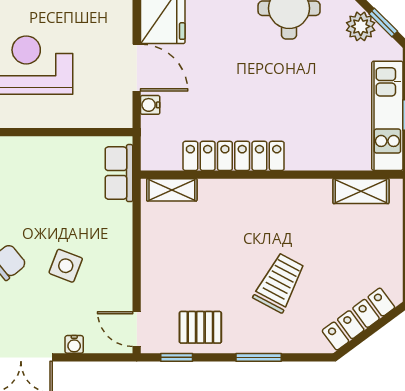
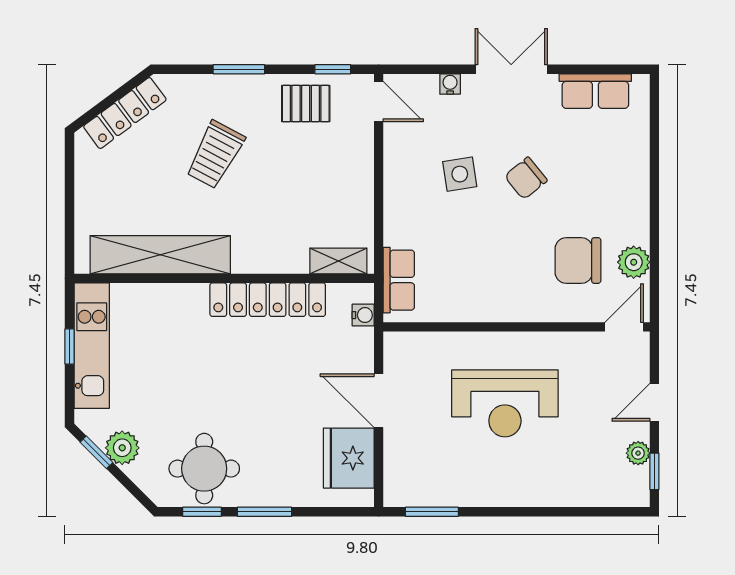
water cooler: (150, 105) -> (363, 315), moved
shelving: (361, 191) -> (160, 255), width x2.20, depth x1.33
side table: (66, 266) -> (460, 174), turned -30

